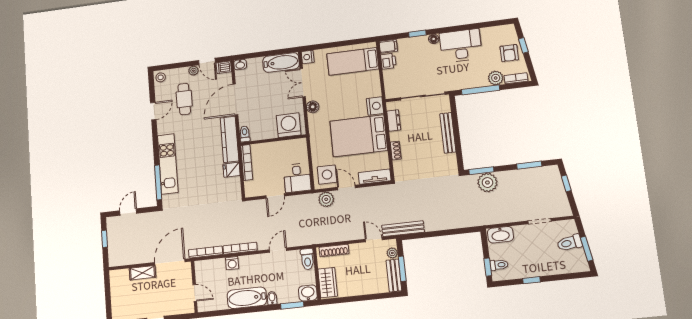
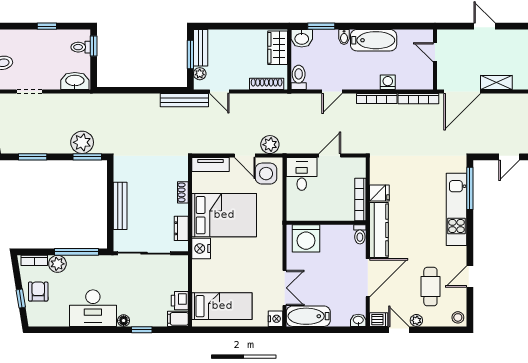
floor lamp: (313, 107) -> (275, 257), removed

